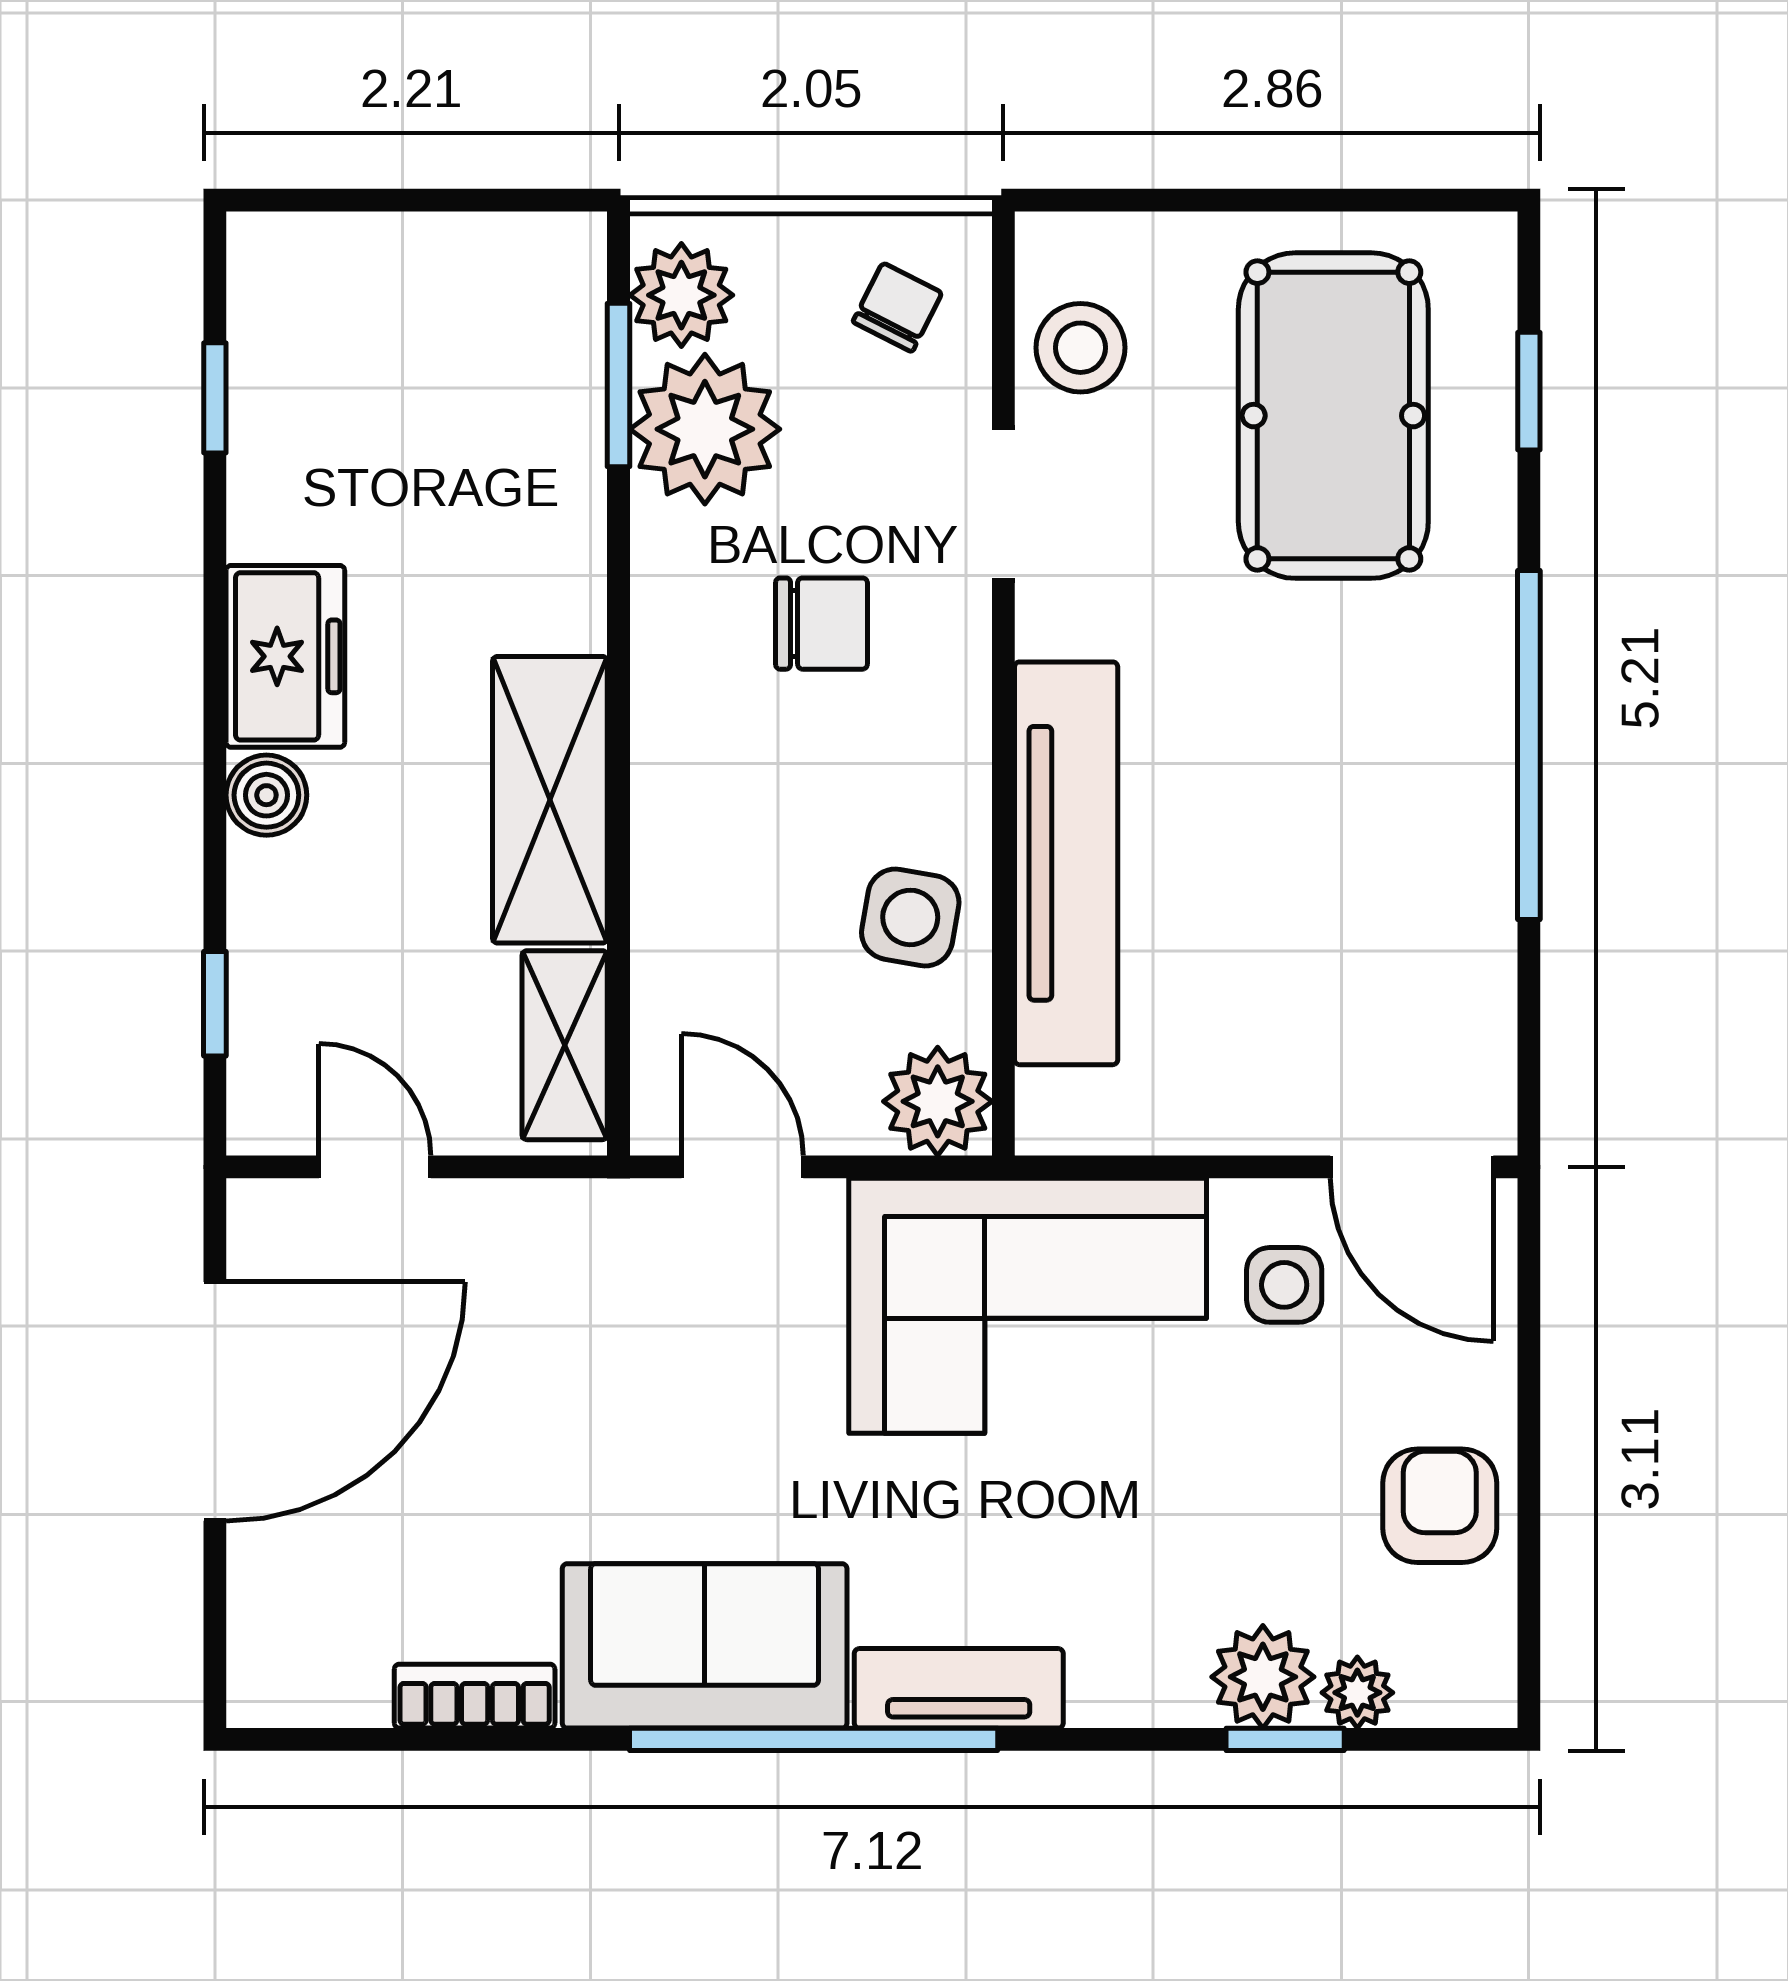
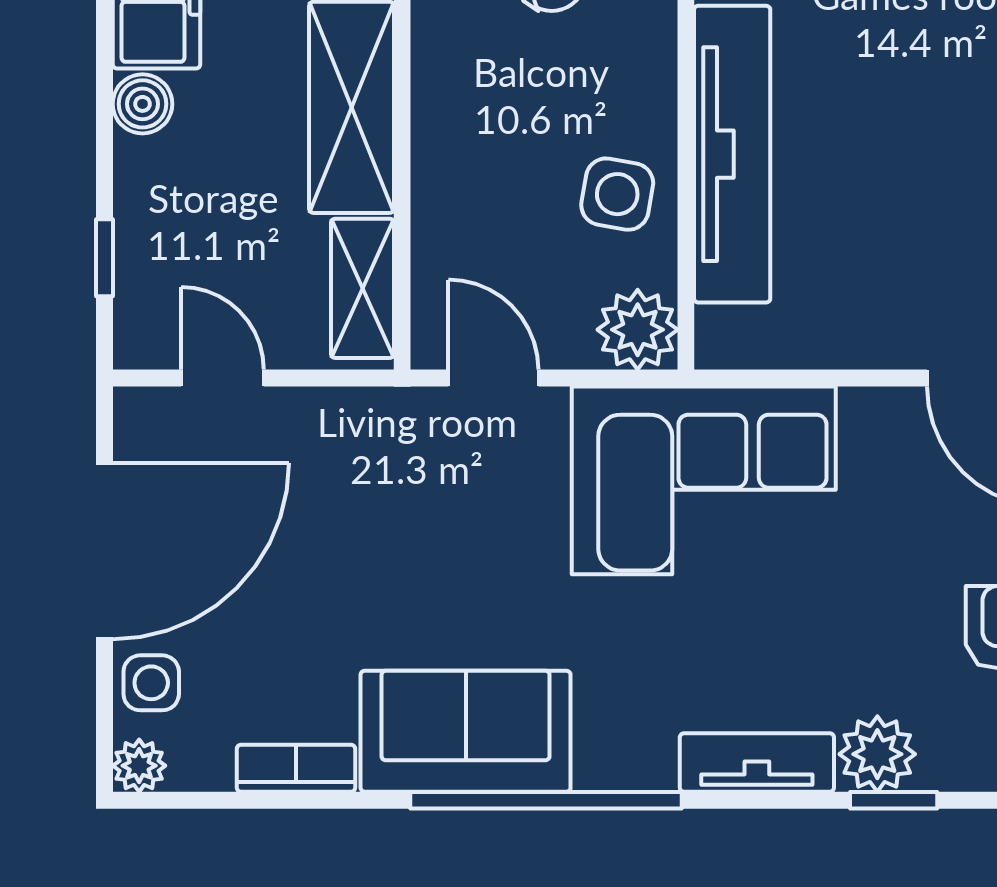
side table: (1284, 1285) -> (151, 683), moved
tv unit: (959, 1688) -> (757, 763), moved
plant: (1357, 1693) -> (139, 766), moved

